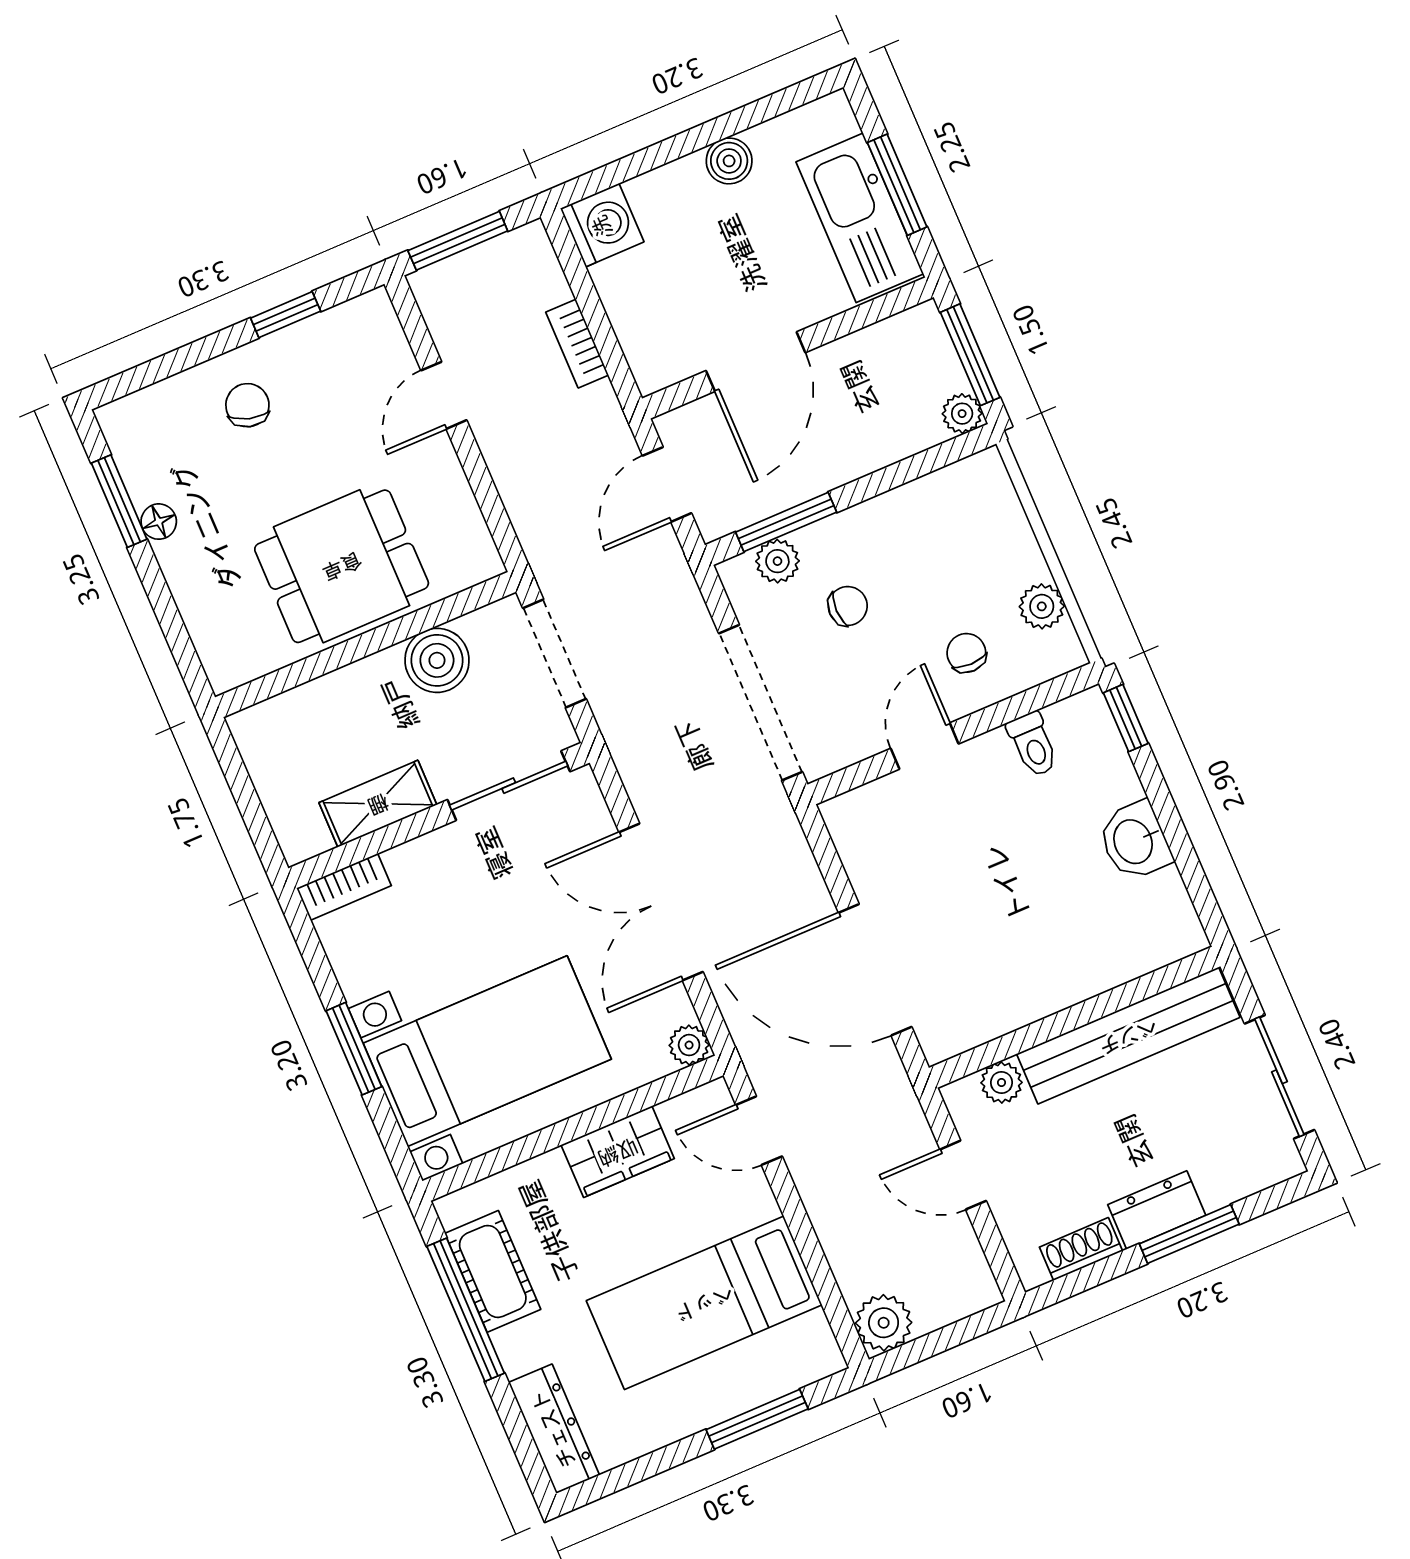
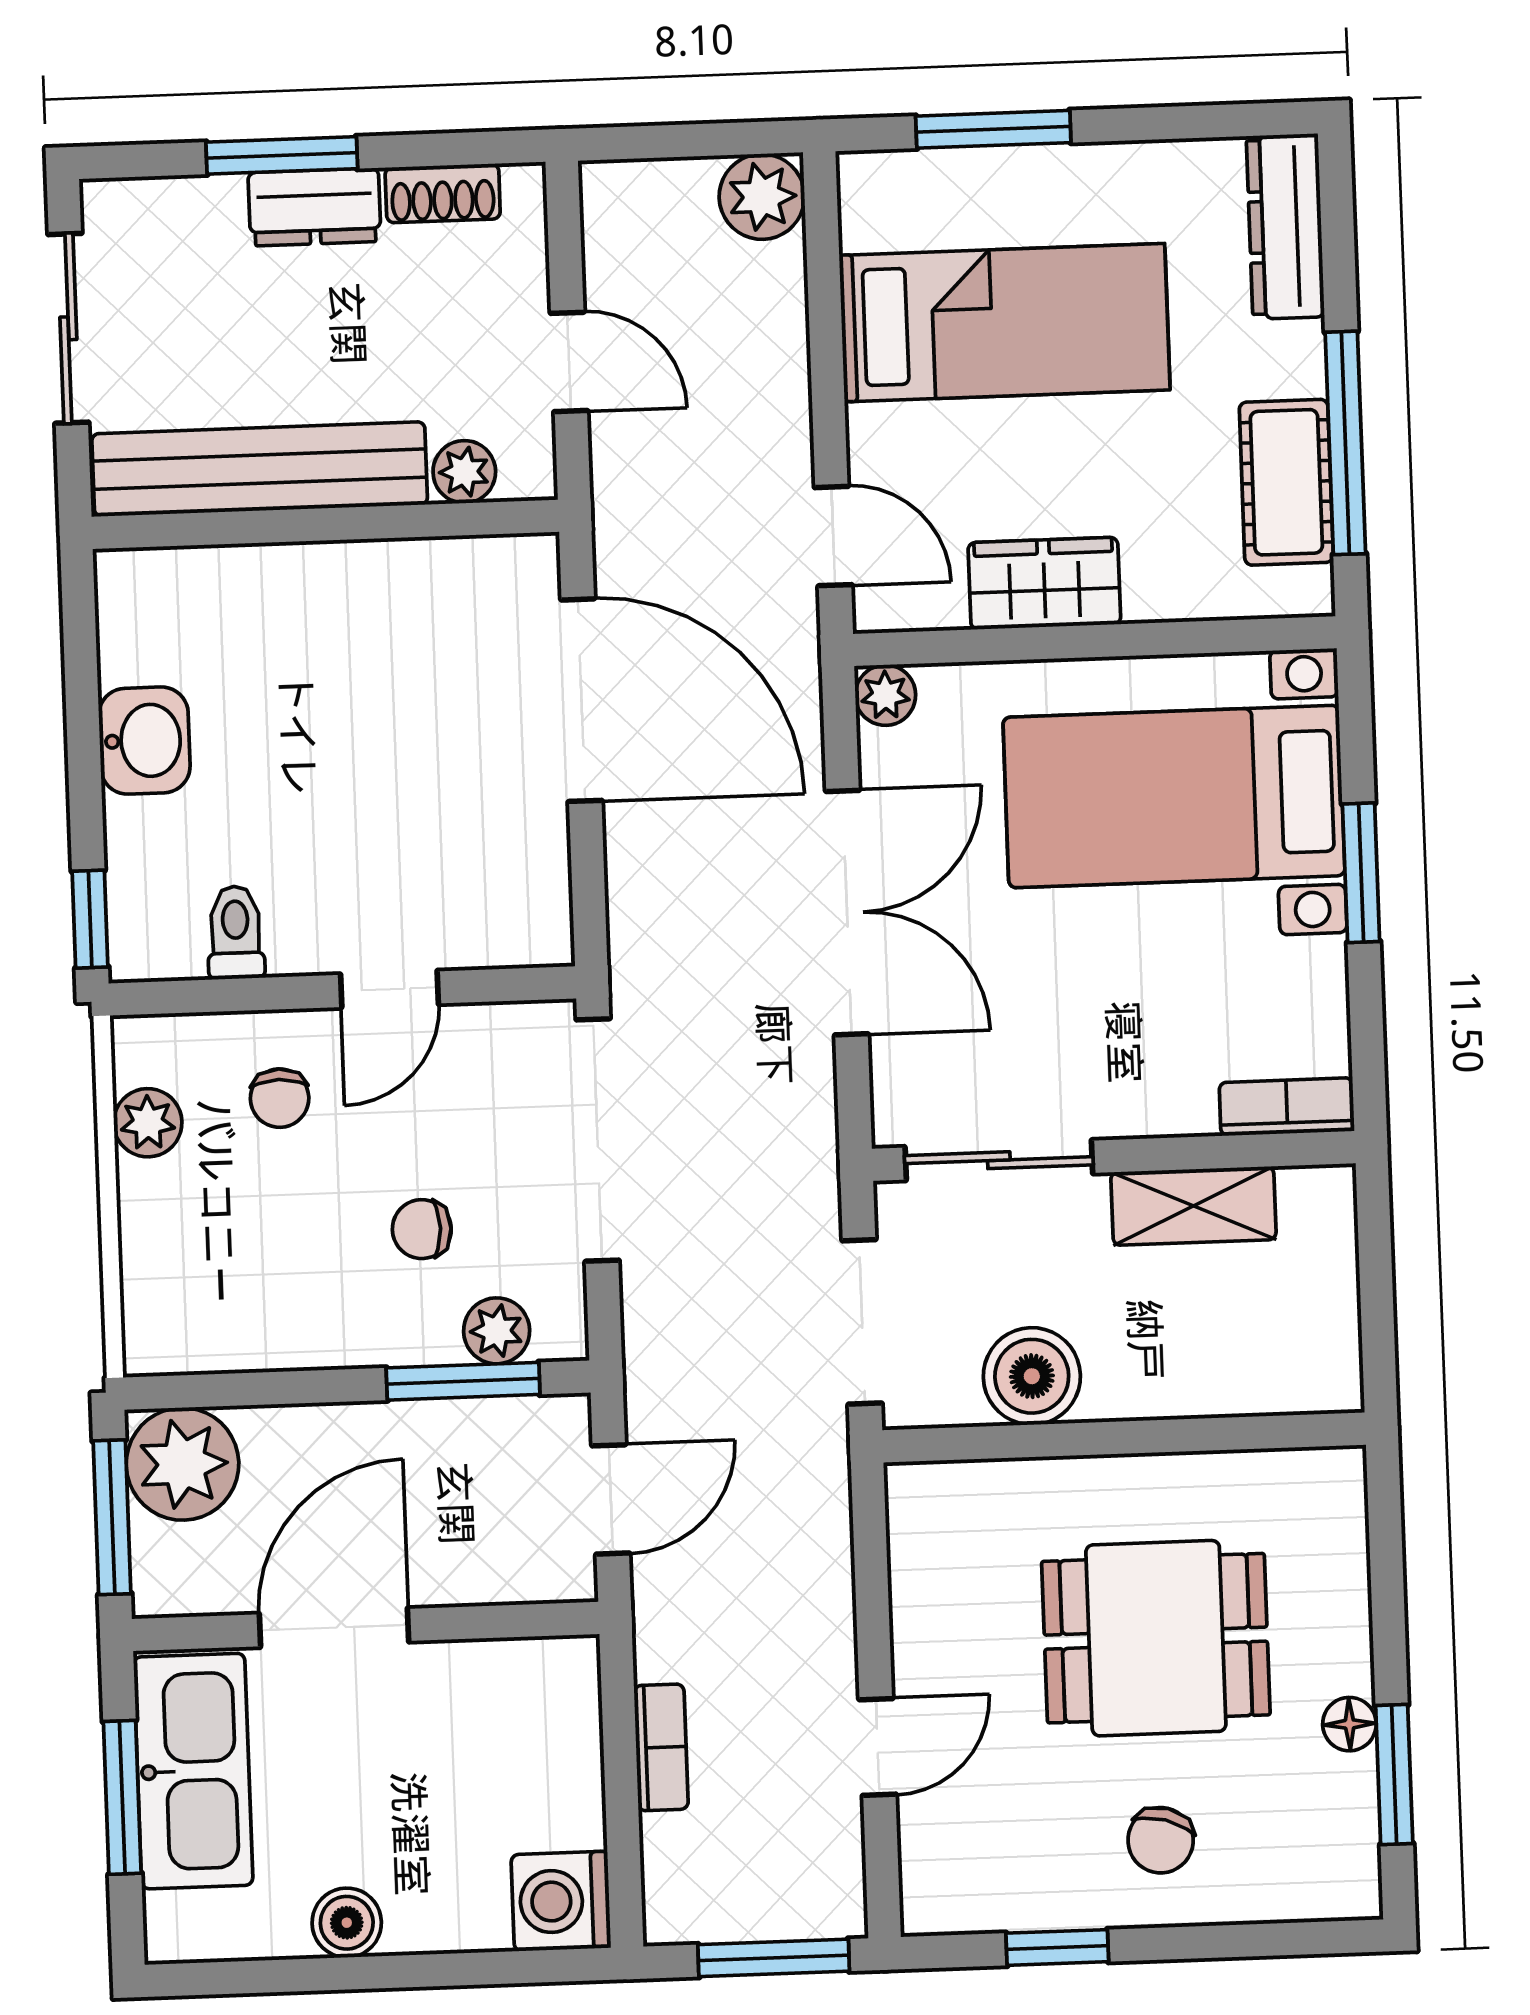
door: (756, 362) -> (334, 1628), moved
plant: (962, 414) -> (182, 1464), width x1.88, depth x1.88
dining table: (342, 566) -> (1156, 1638), moved

